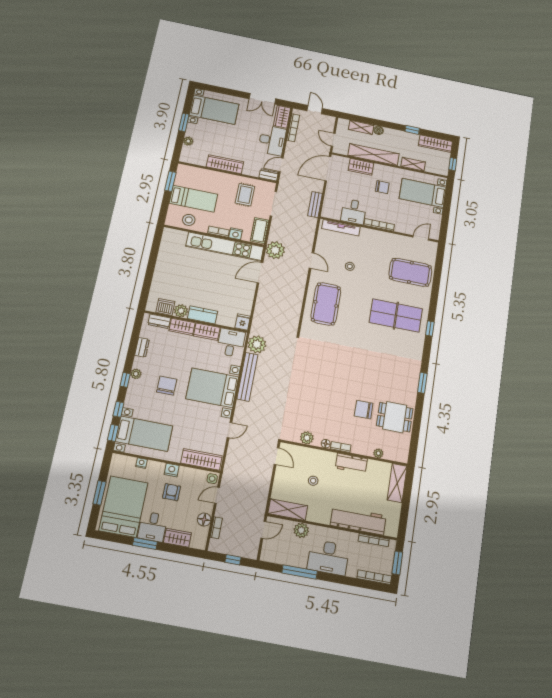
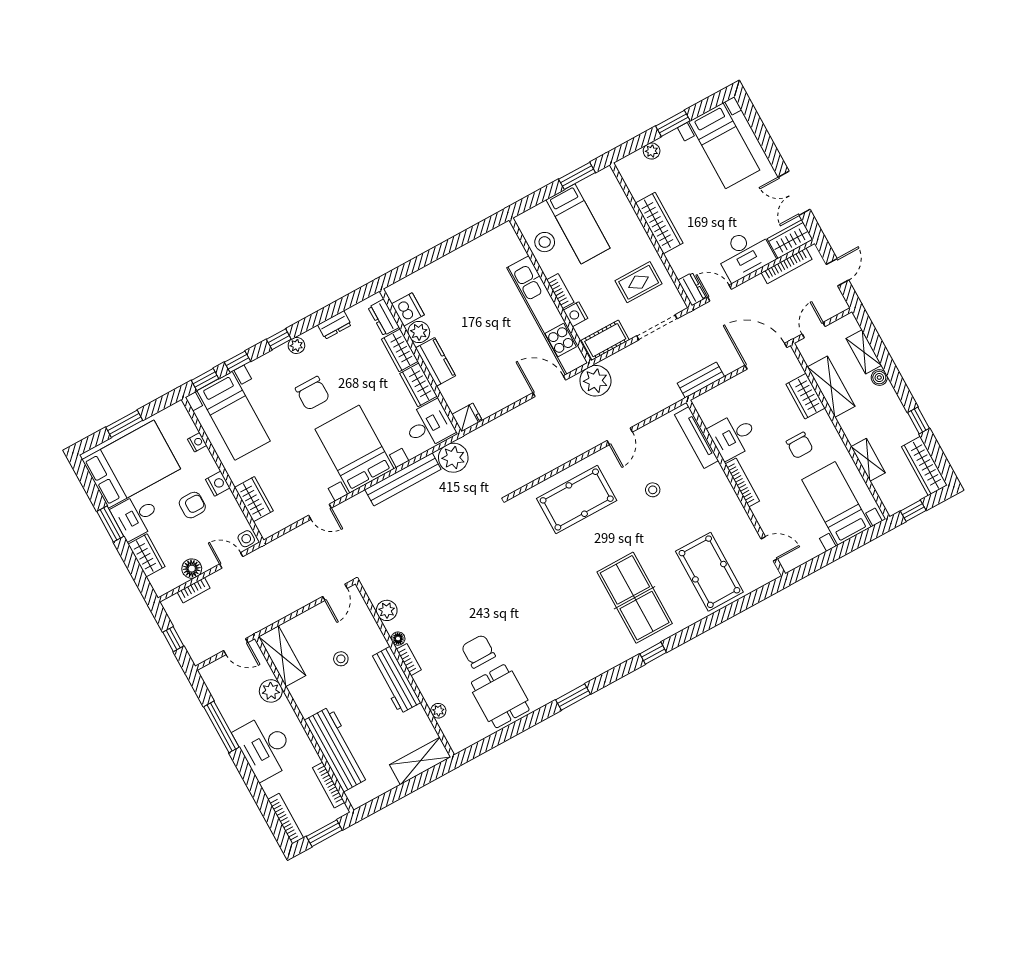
shelving: (374, 155) -> (831, 387), width x0.68
chair: (167, 386) -> (312, 393), turned 90
wardrobe: (202, 459) -> (254, 499), width x0.67
workbench: (351, 463) -> (395, 680), width x1.38

